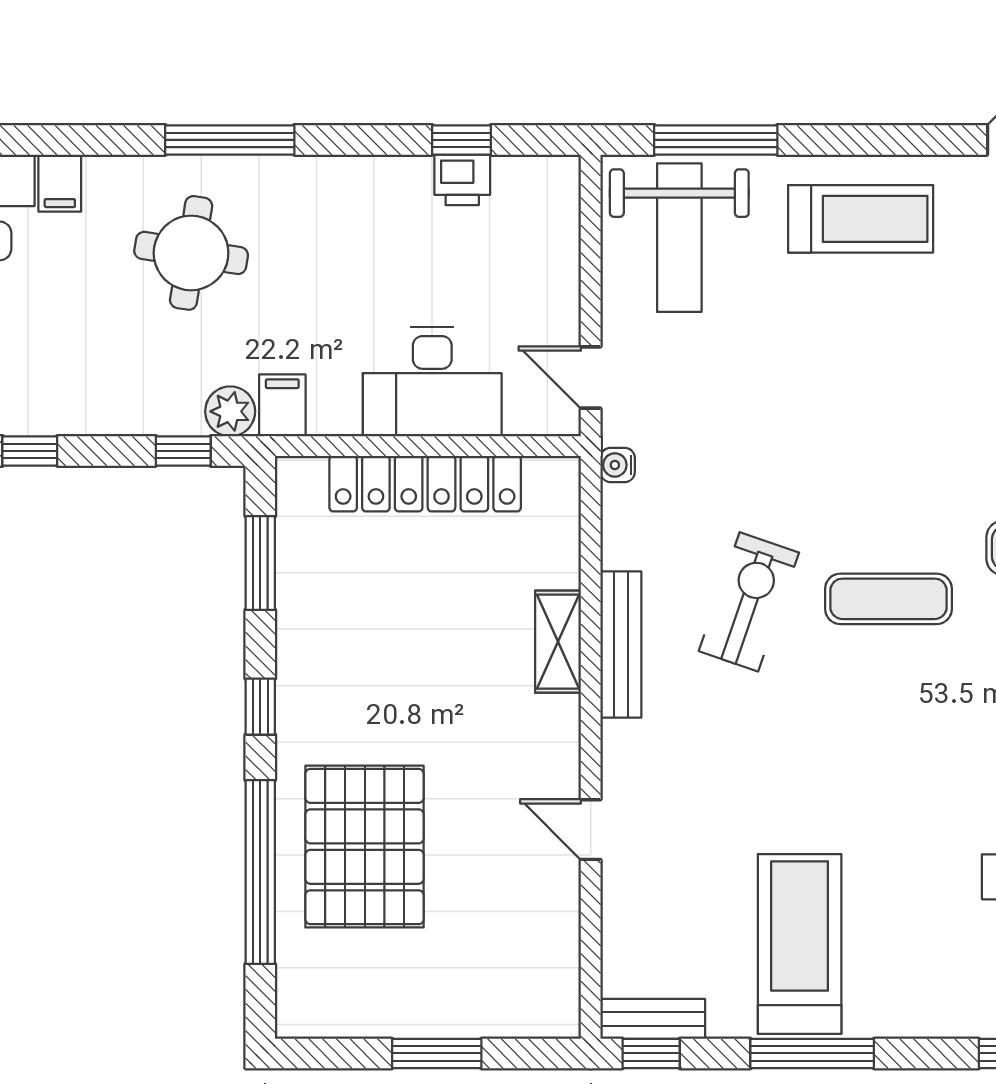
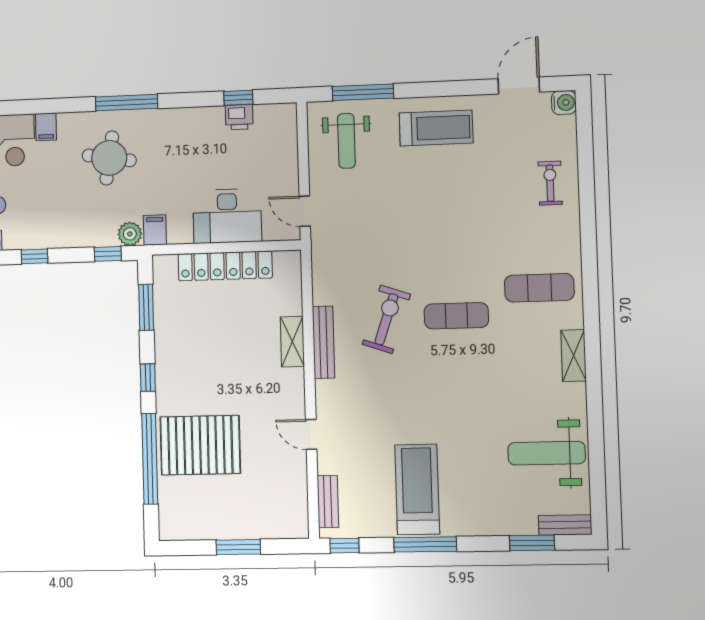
weight bench: (679, 238) -> (346, 141), width x0.73, depth x0.75
water cooler: (618, 465) -> (319, 254), removed
pallet: (365, 847) -> (200, 445), turned 90
bench: (653, 1019) -> (328, 502), moved, turned 90

